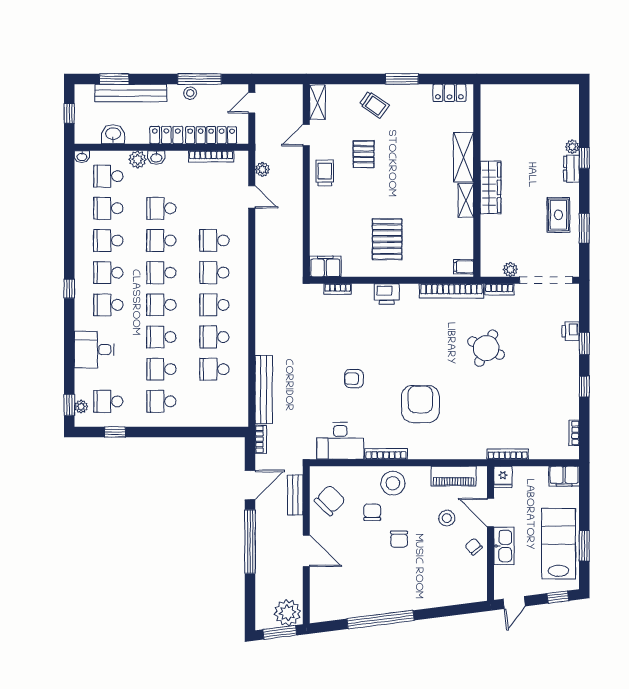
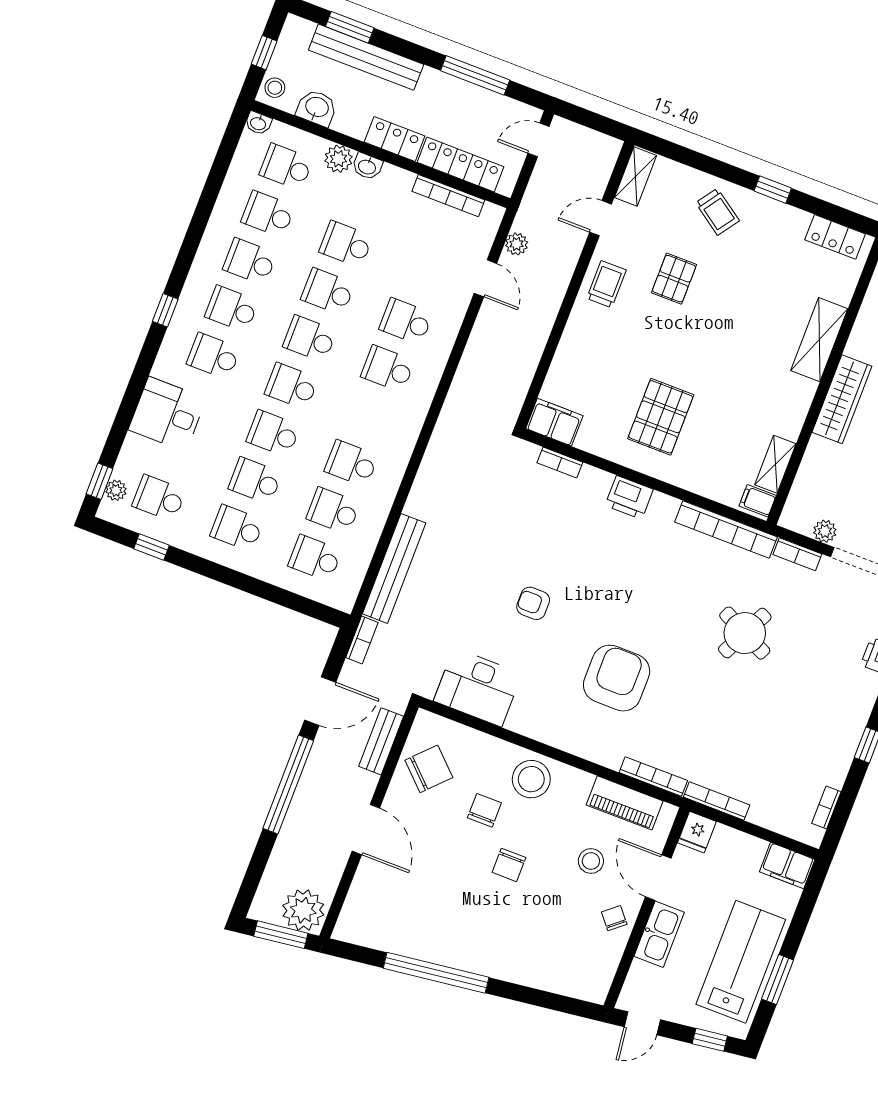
window: (402, 79) -> (773, 190), width x0.67
stool: (190, 93) -> (275, 88), moved
shelving: (466, 200) -> (775, 464), moved
school desk: (214, 305) -> (315, 558), moved
bookcase: (386, 454) -> (653, 777), moved

